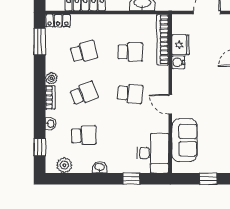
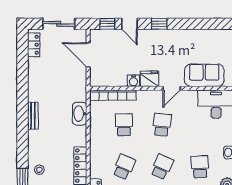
fridge: (181, 45) -> (149, 79), moved
school desk: (84, 52) -> (124, 167), turned 39
school desk: (84, 94) -> (162, 167), turned 45

